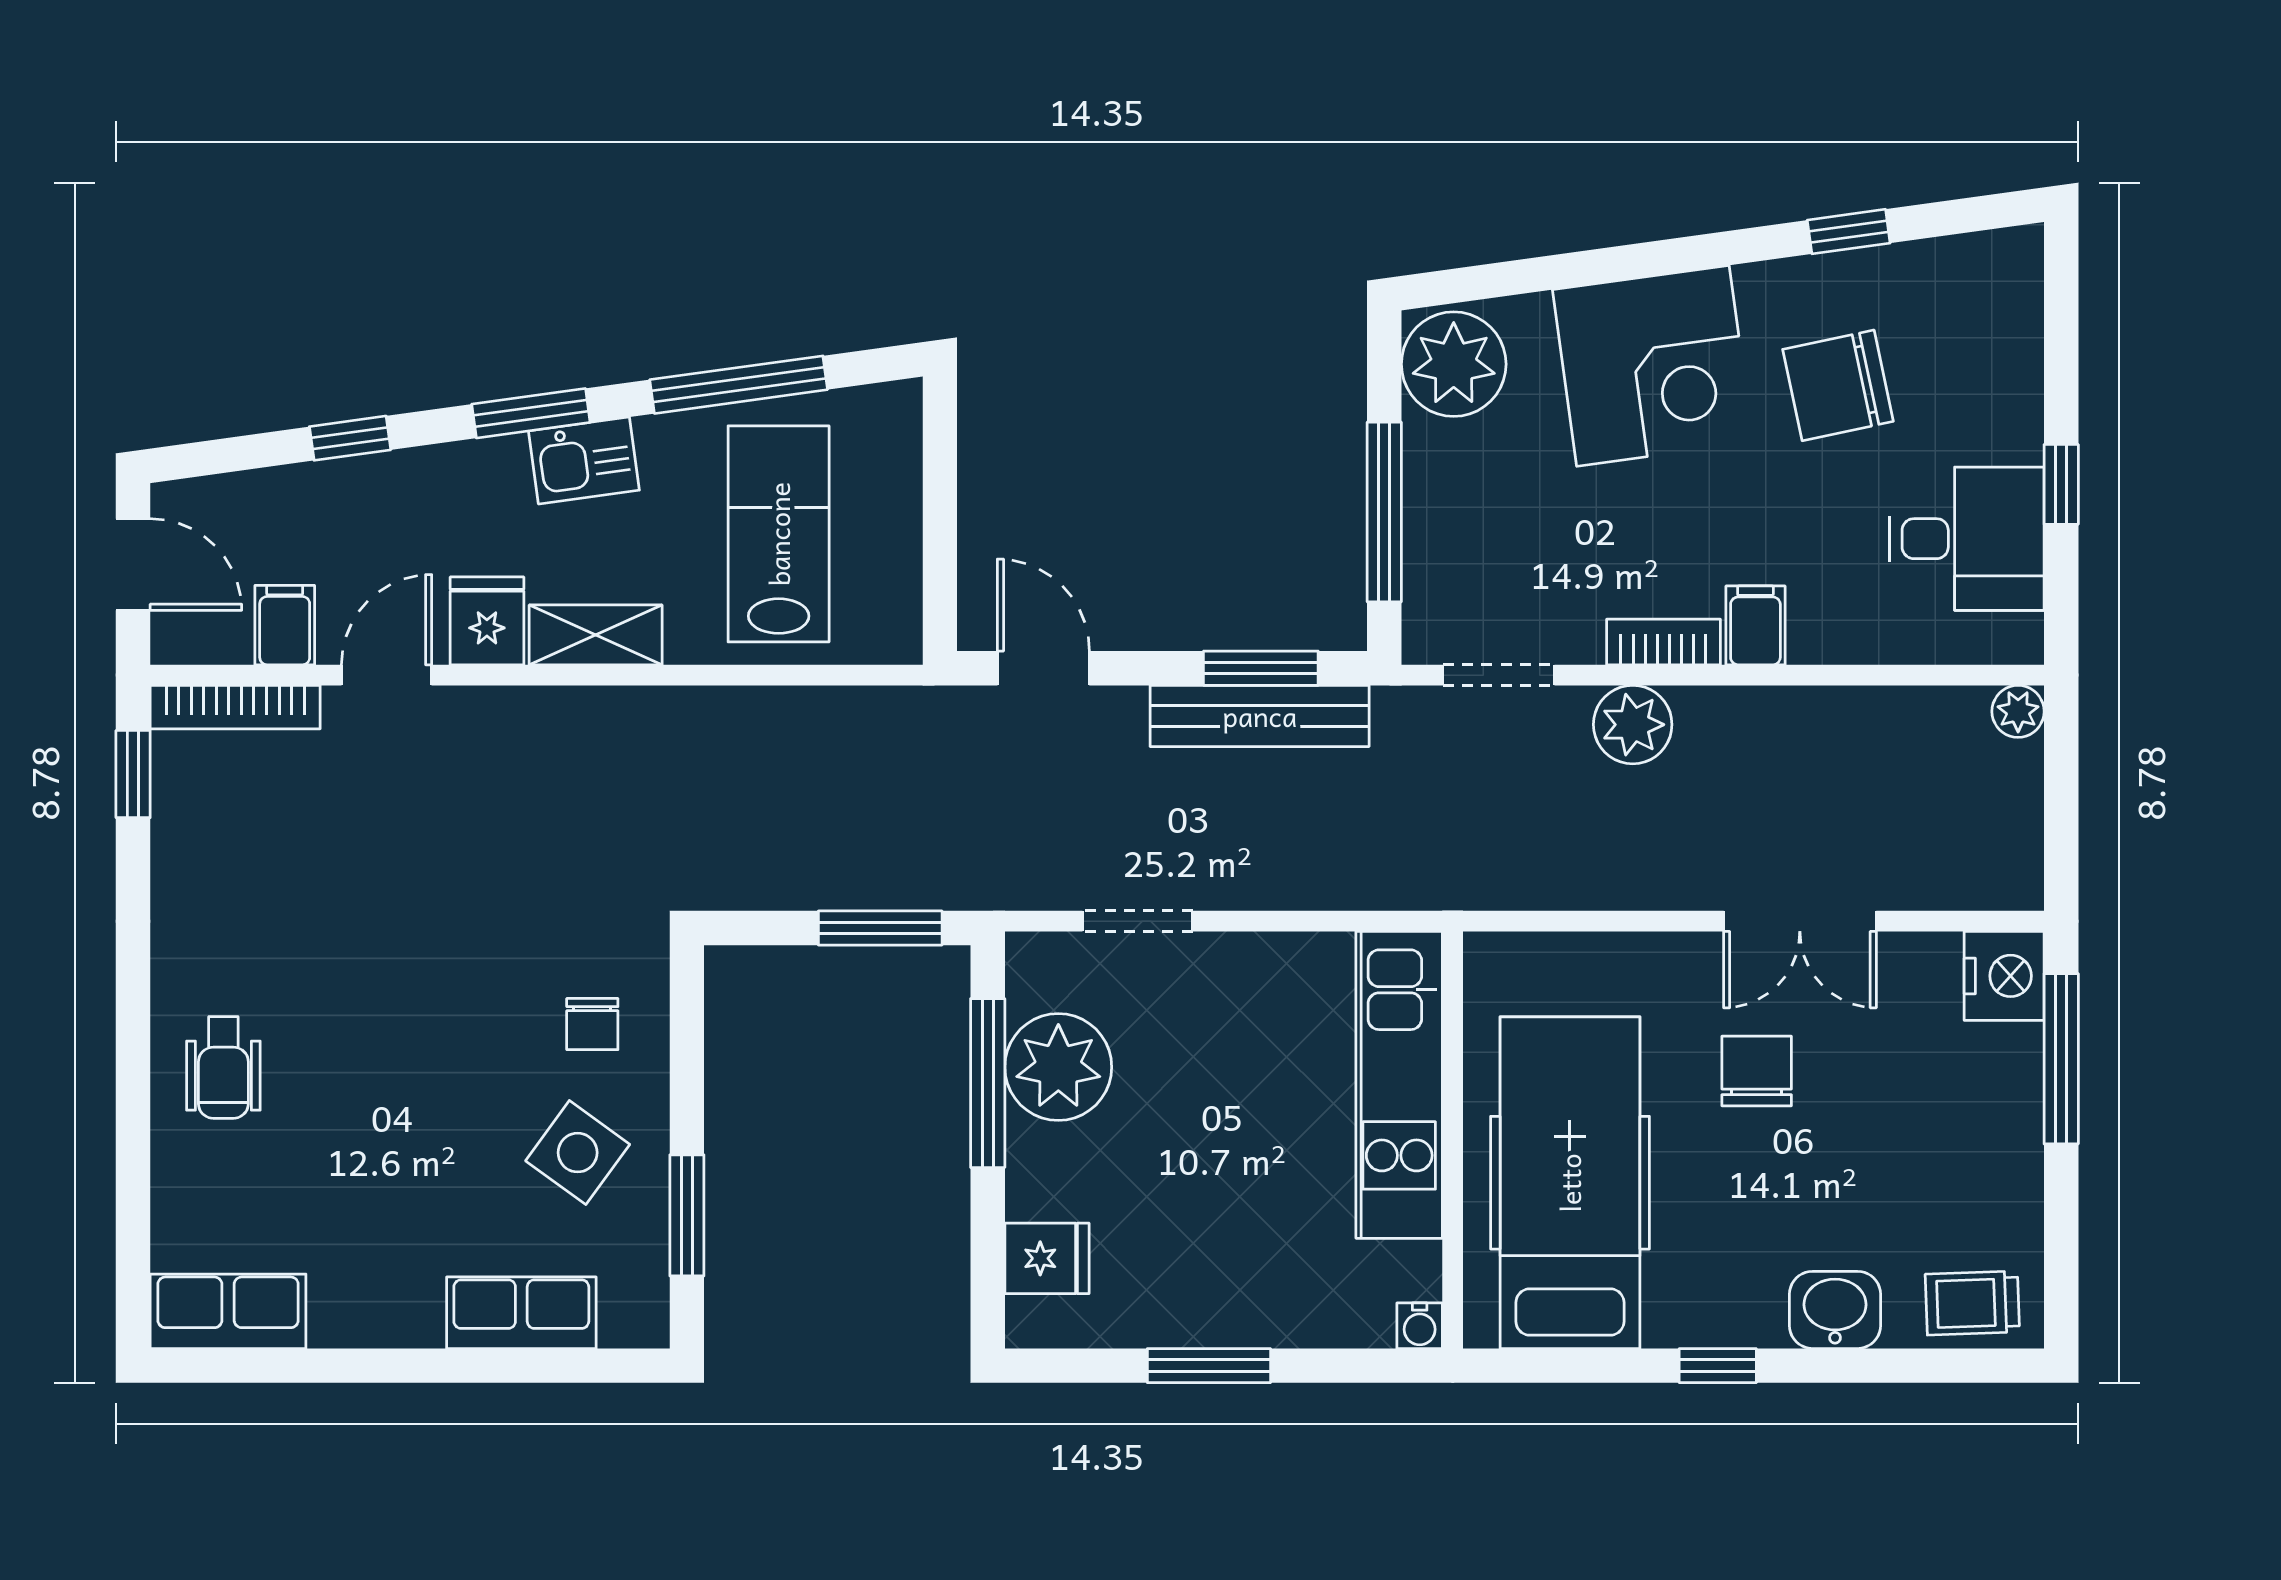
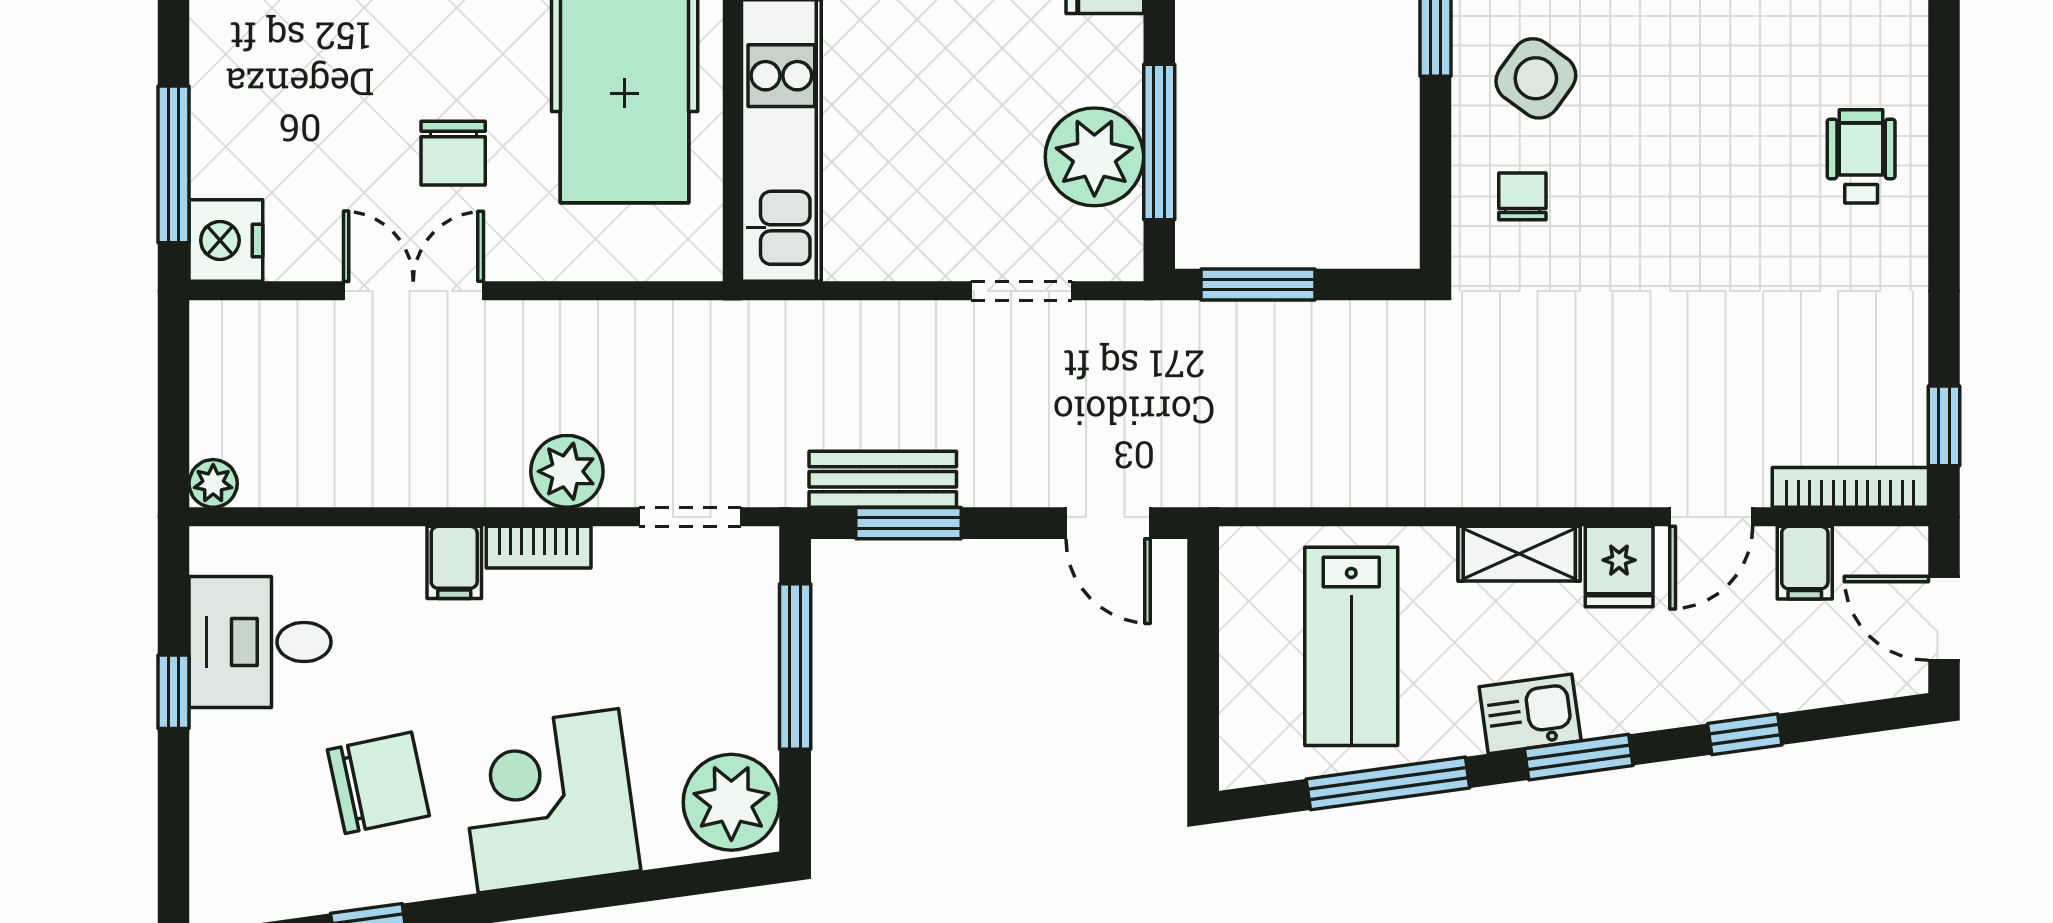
bench: (1260, 716) -> (883, 479), width x0.73

